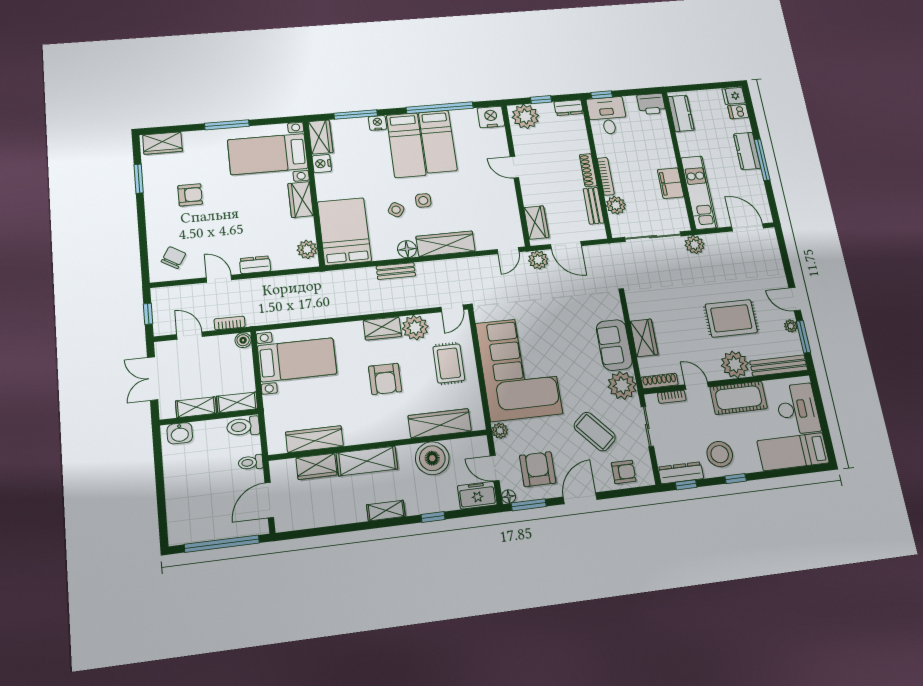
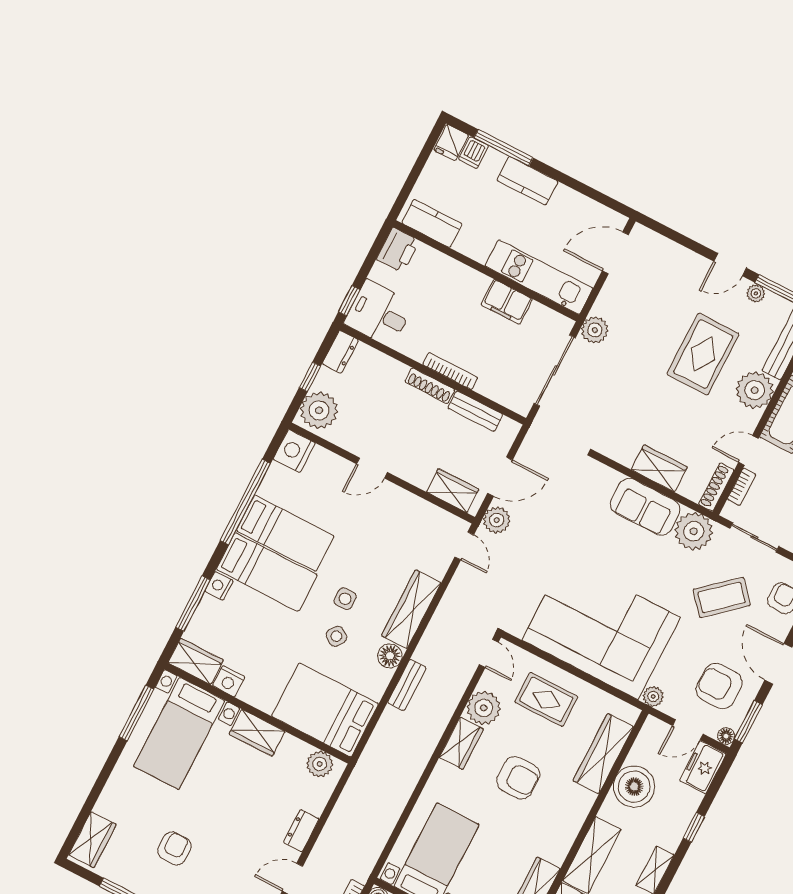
window: (227, 125) -> (136, 713), moved
window: (762, 160) -> (504, 148), moved
plant: (616, 205) -> (491, 385), removed

